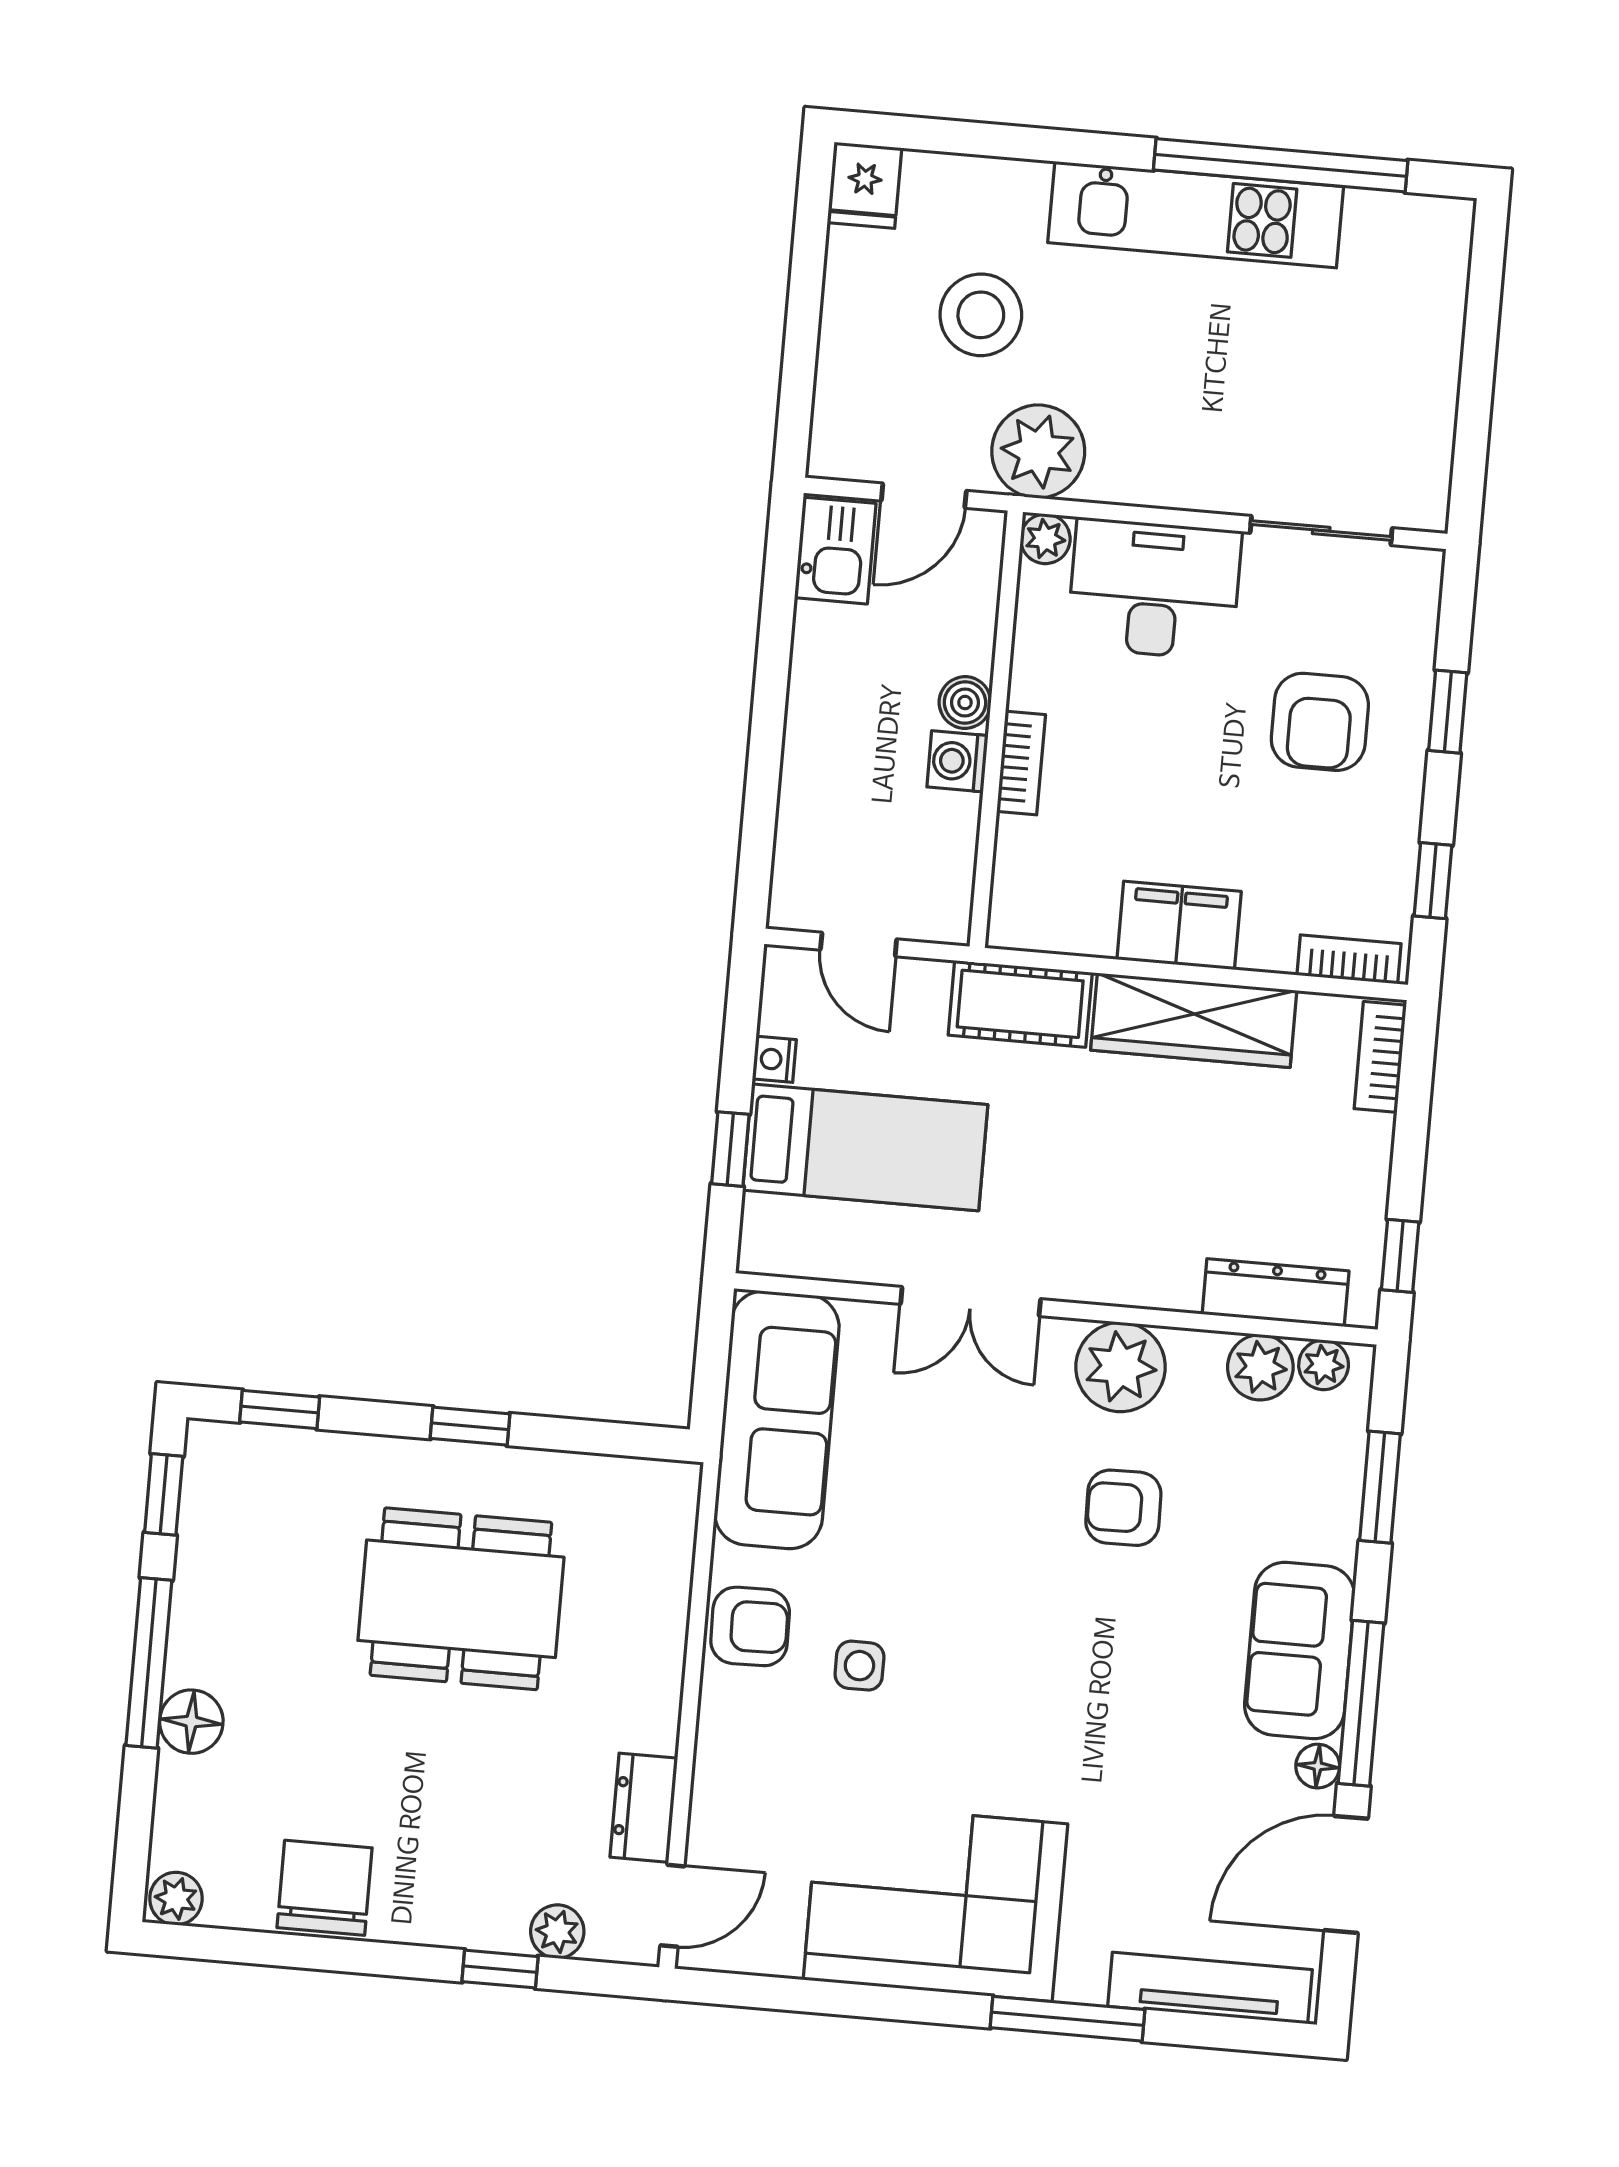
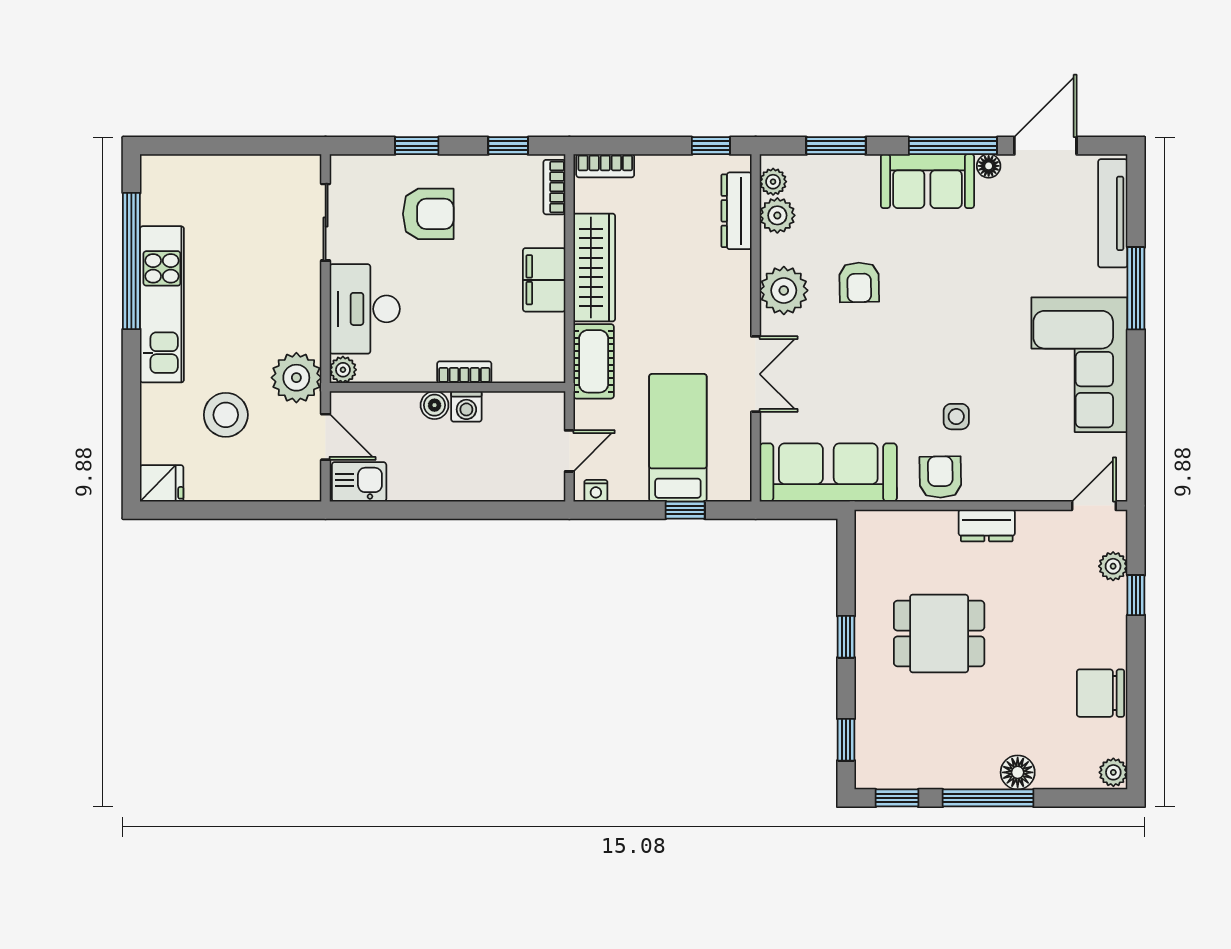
nightstand: (774, 1059) -> (596, 491), moved
dining table: (461, 1599) -> (939, 634), width x0.73
dresser: (644, 1808) -> (987, 526), moved
door: (1346, 1874) -> (1045, 146), swing flipped
door: (672, 1906) -> (1094, 506), hinge flipped

